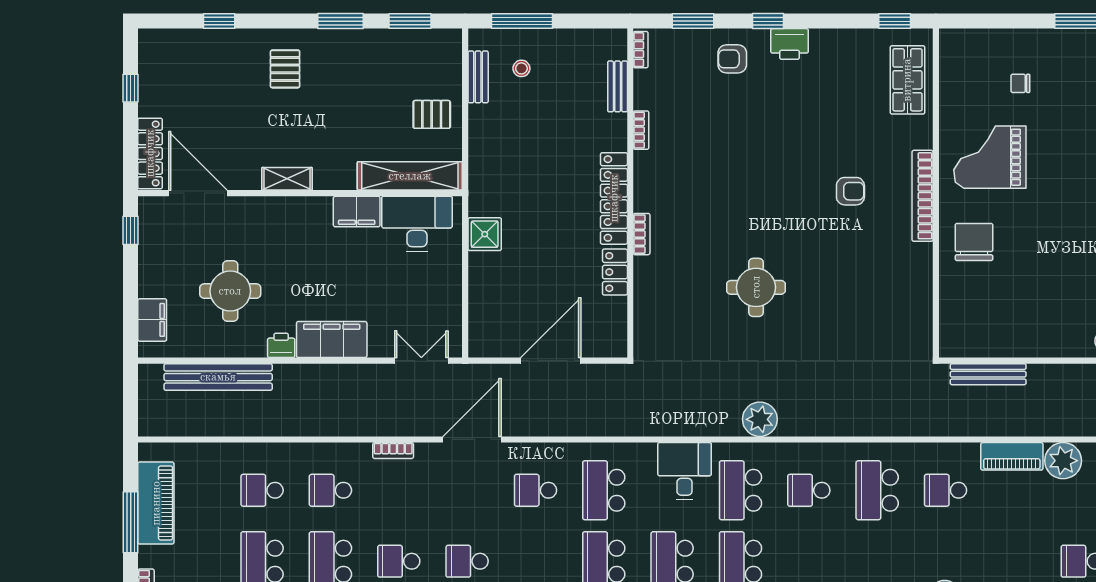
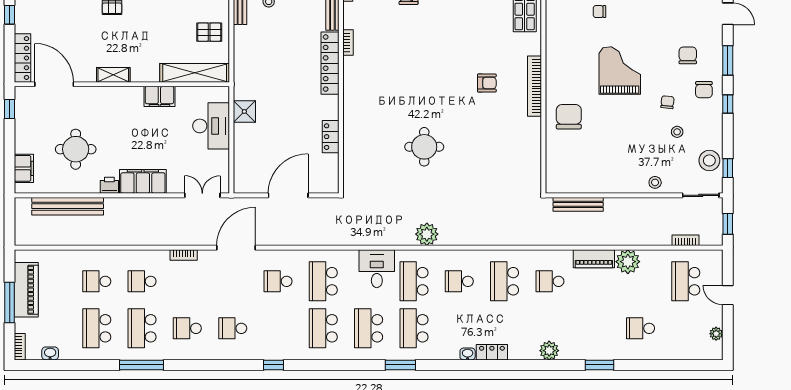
grand piano: (990, 157) -> (620, 71), moved, turned 90
locker: (614, 198) -> (330, 63), moved
desk: (417, 224) -> (211, 126), moved, turned 90
bookcase: (642, 234) -> (348, 111), removed

